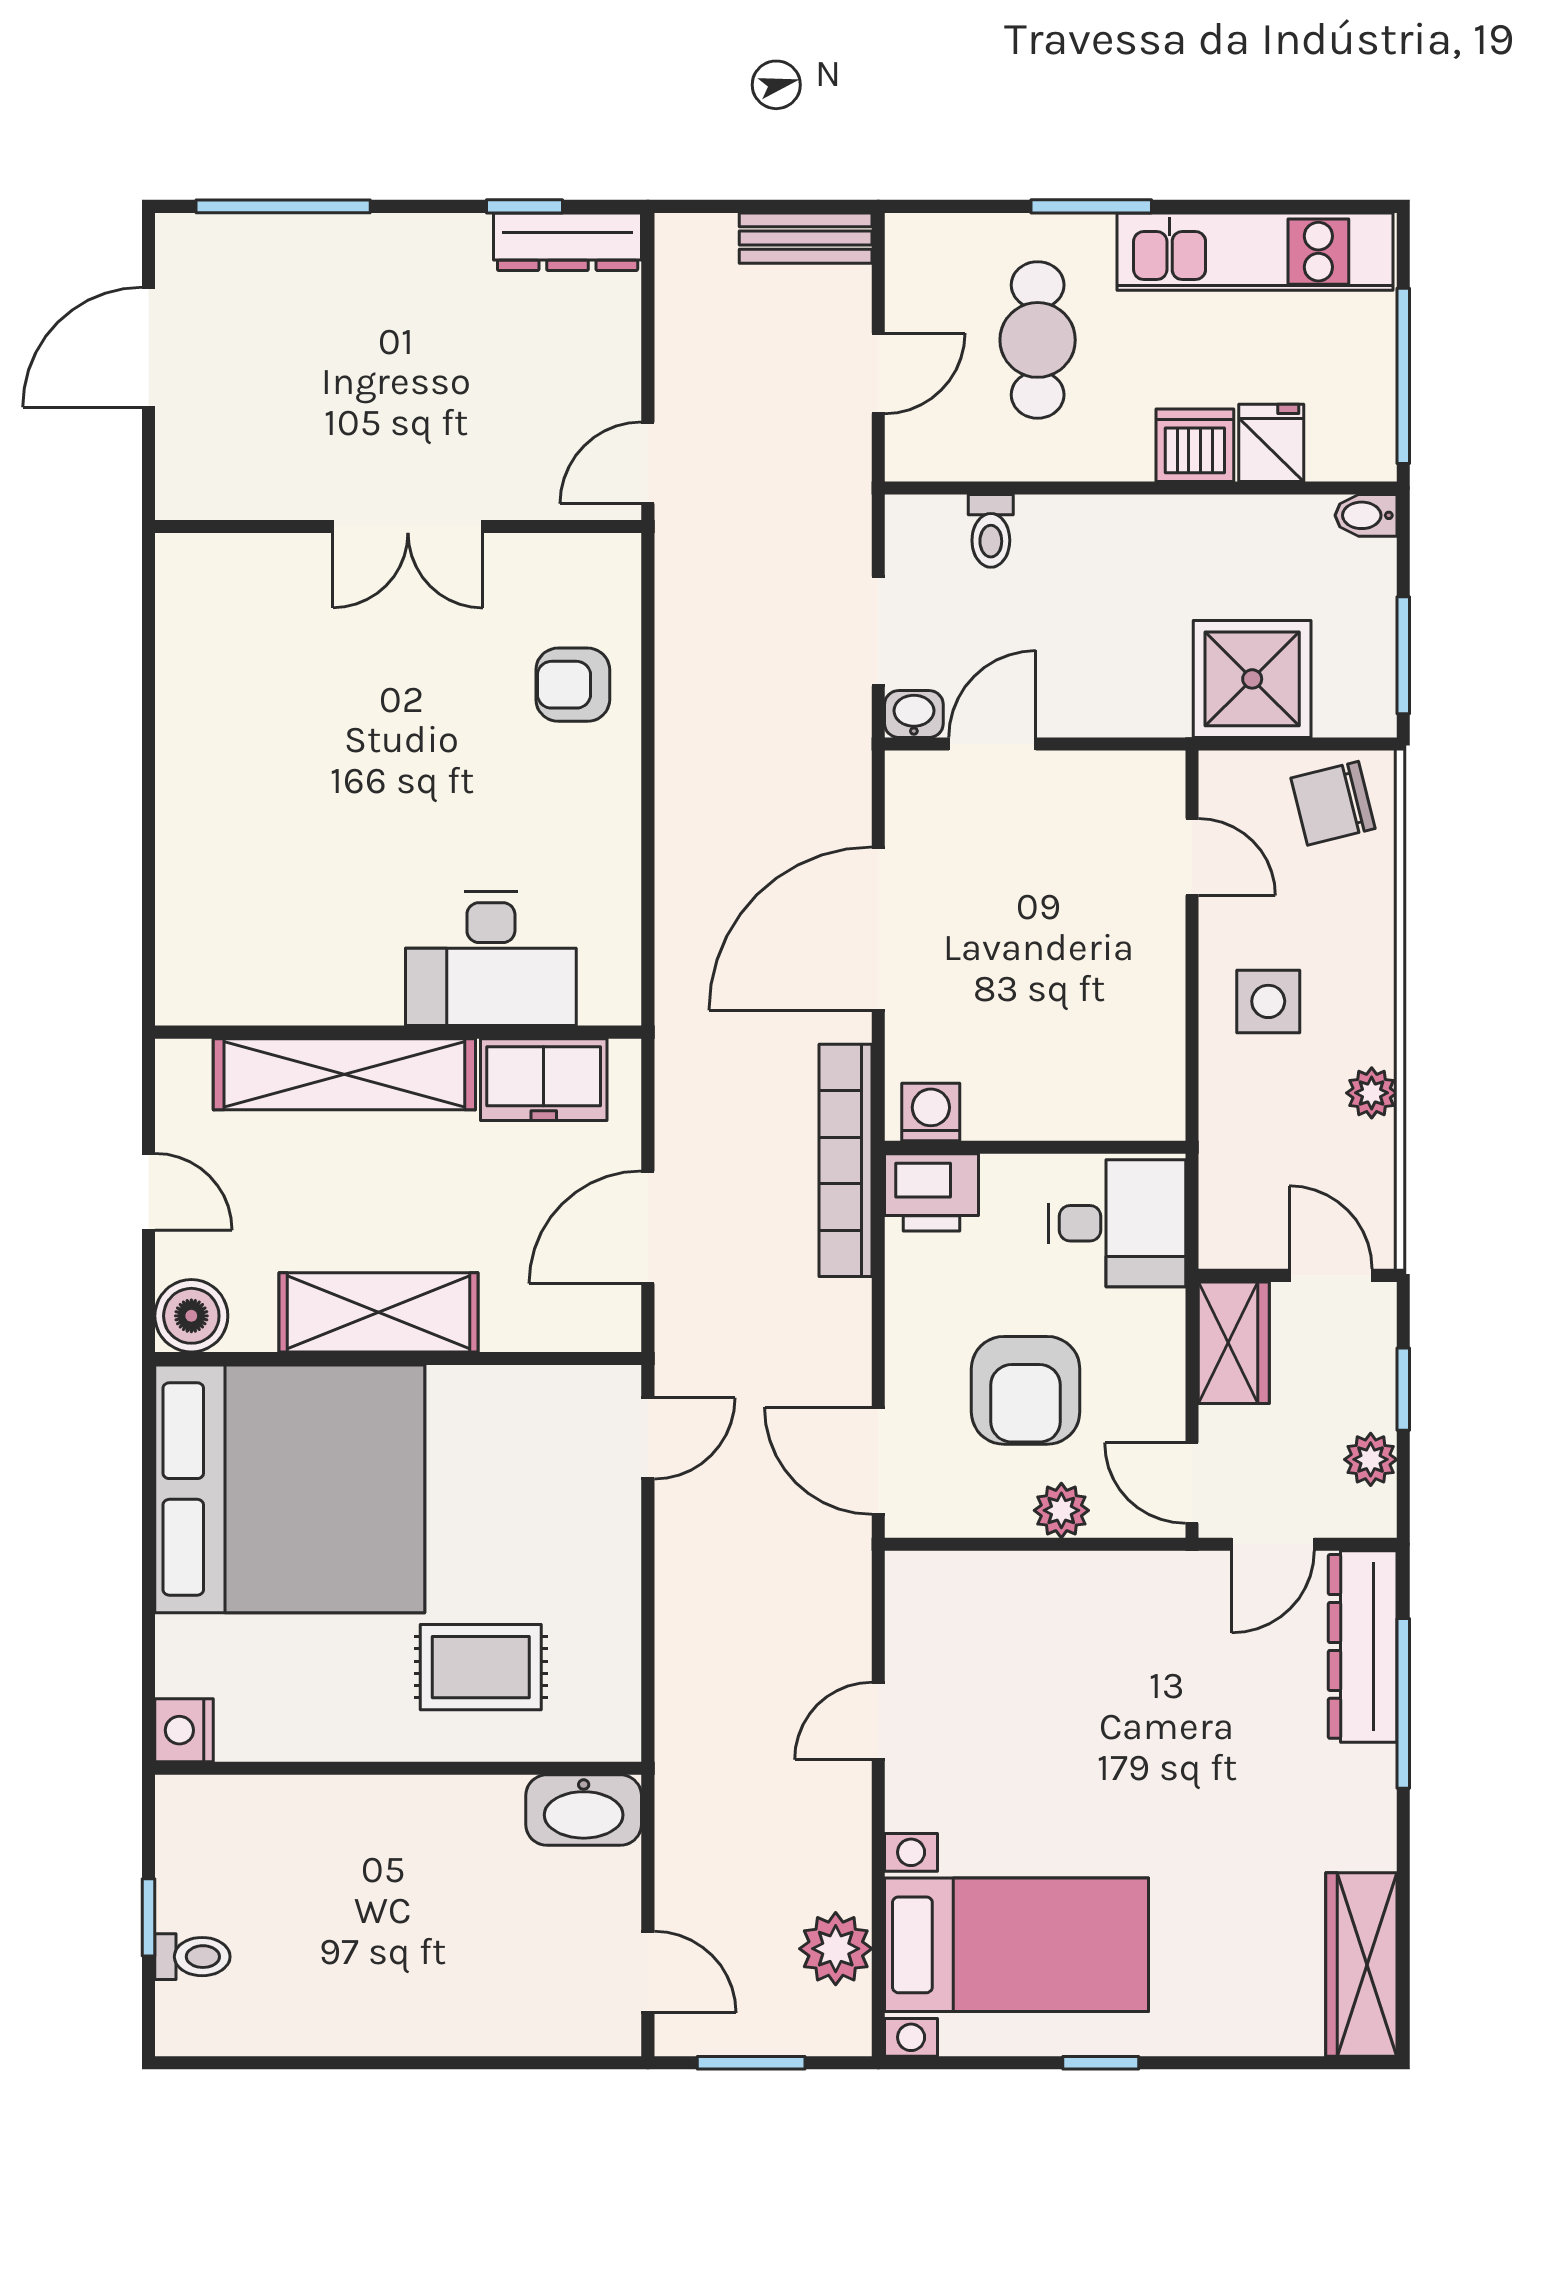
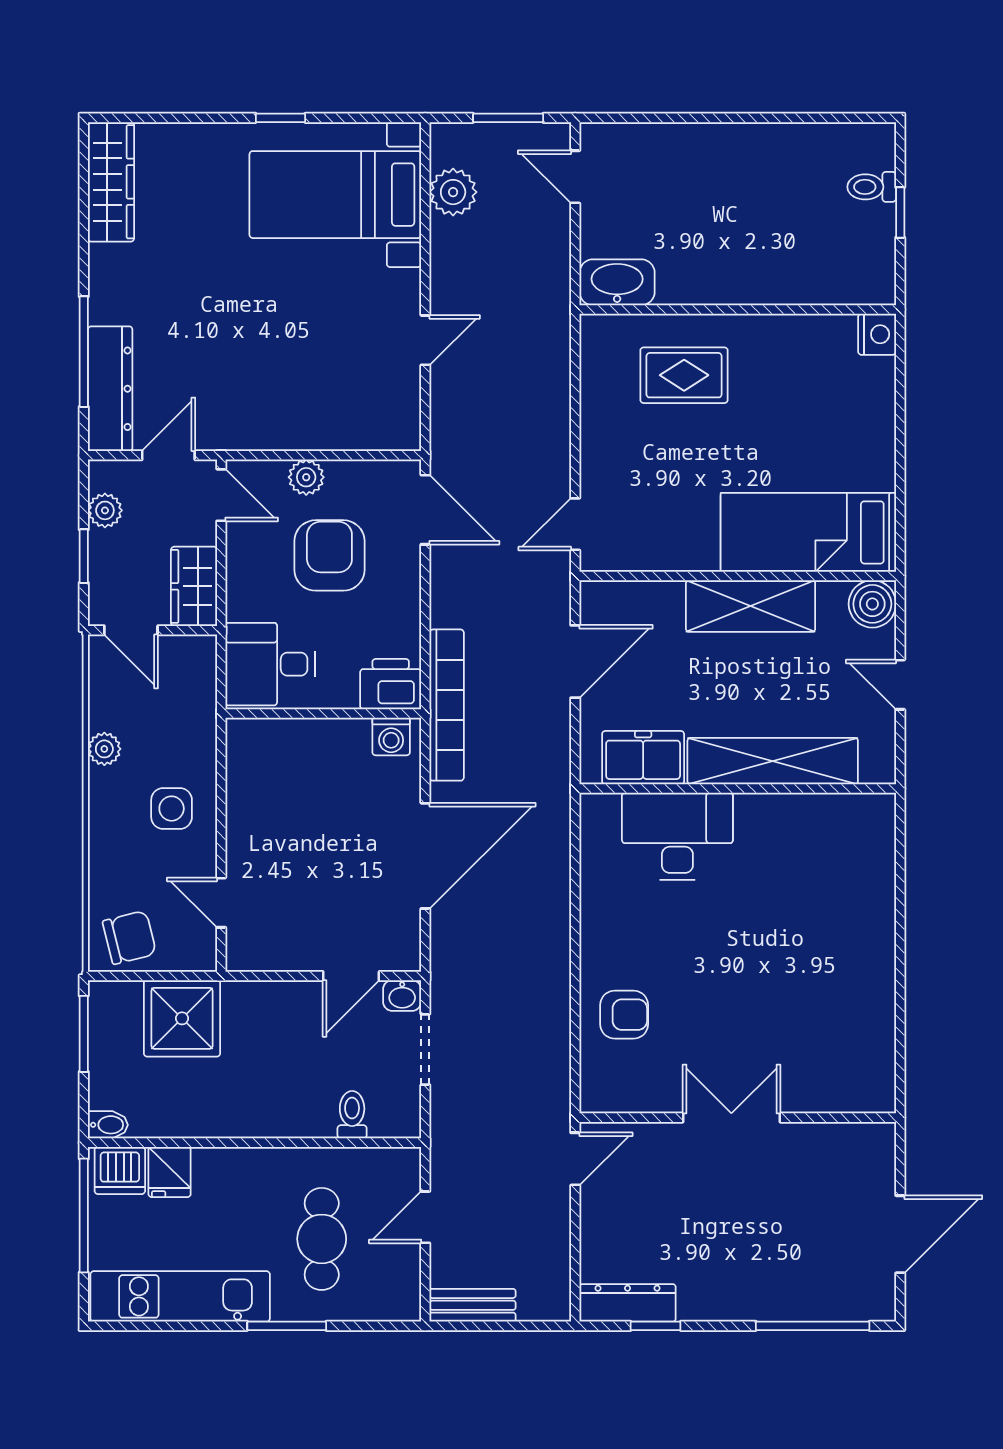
dishwasher: (1195, 445) -> (120, 1170), moved
bed: (290, 1489) -> (808, 532), width x0.49

